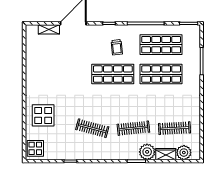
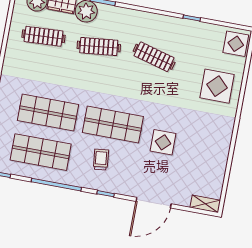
shelving: (49, 29) -> (205, 204), moved
display table: (74, 68) -> (163, 142), added

